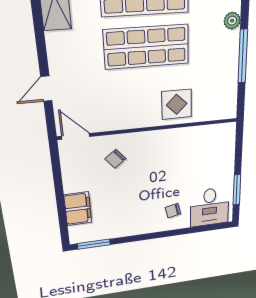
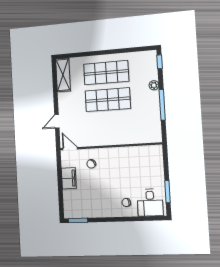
display table: (177, 104) -> (125, 132), removed
filing cabinet: (78, 209) -> (69, 178), moved

